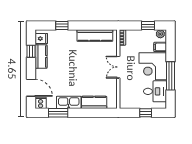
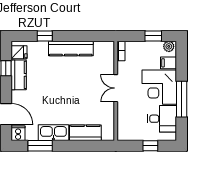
kitchen counter: (95, 36) -> (71, 49), moved

